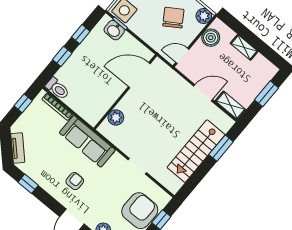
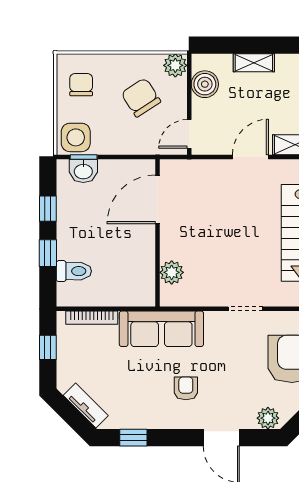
toilet: (57, 89) -> (74, 271), moved

